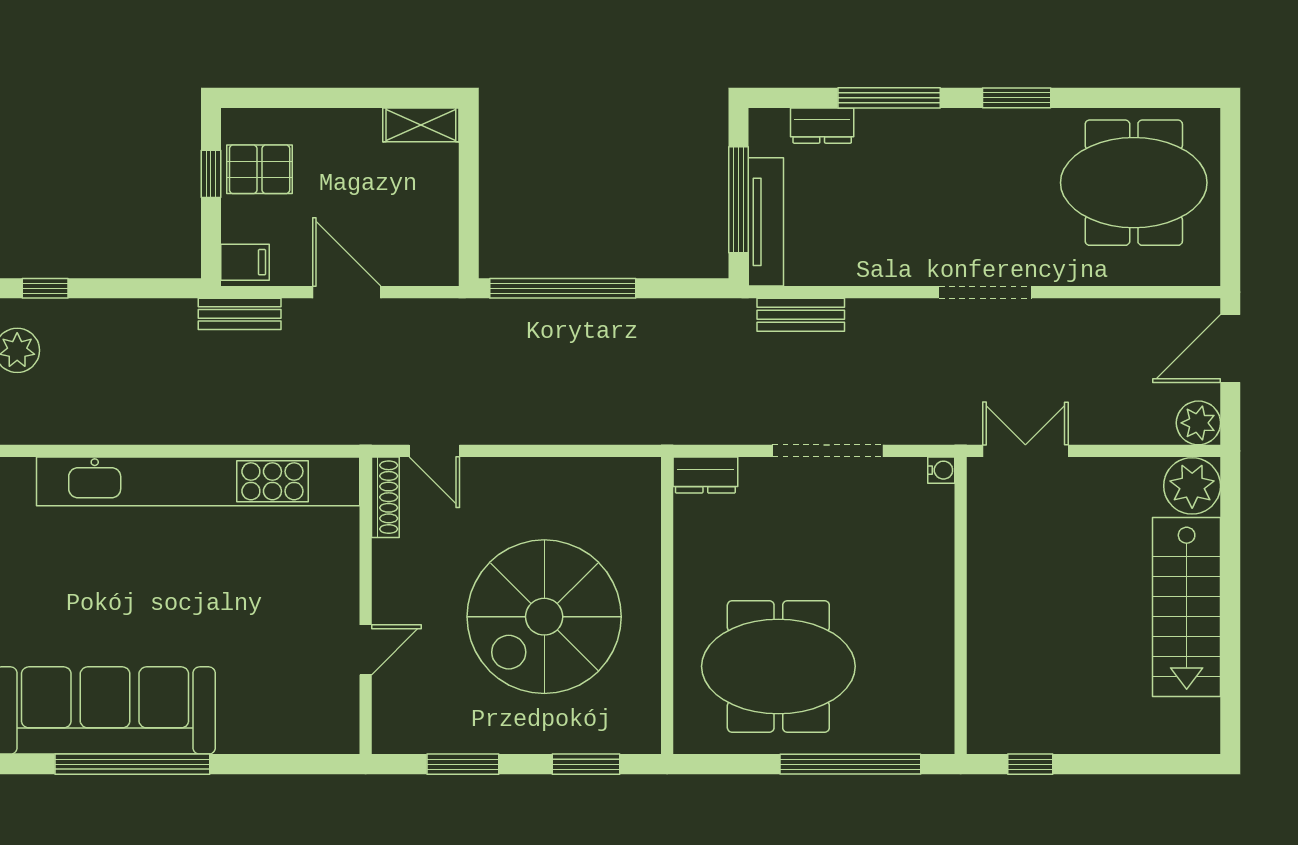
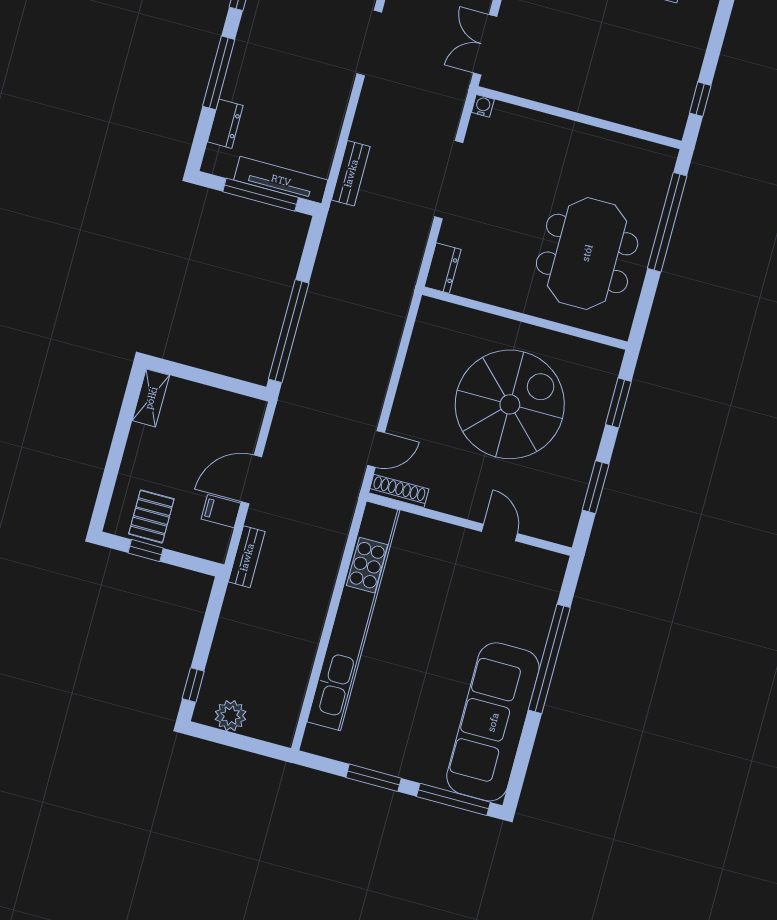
filing cabinet: (245, 262) -> (221, 511), moved, turned -90
spiral stairs: (544, 617) -> (510, 404), turned -90
window: (132, 764) -> (549, 659), moved

